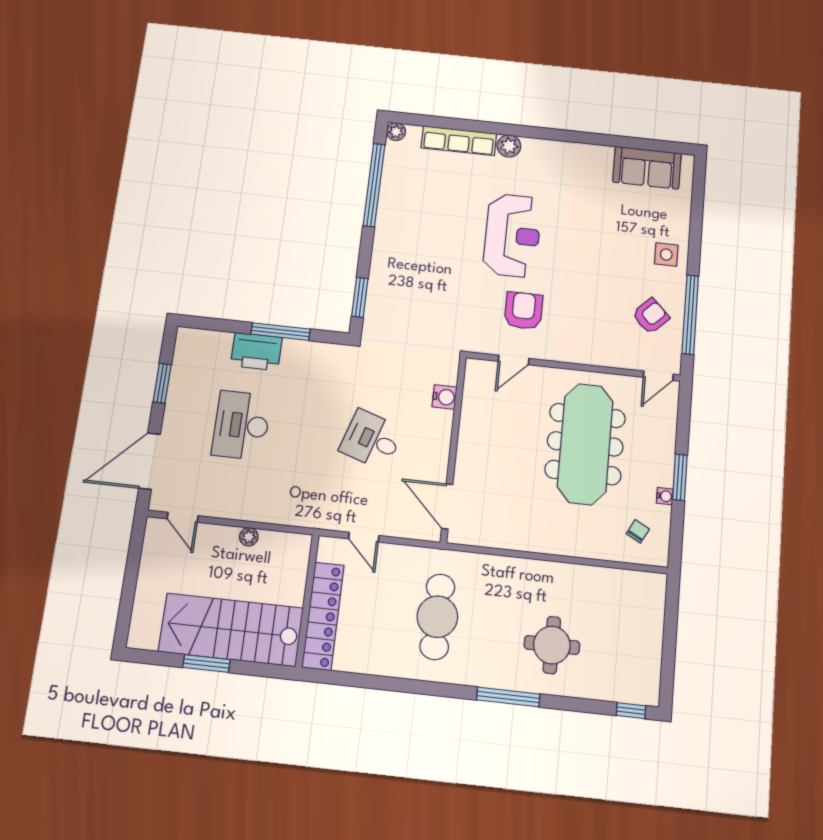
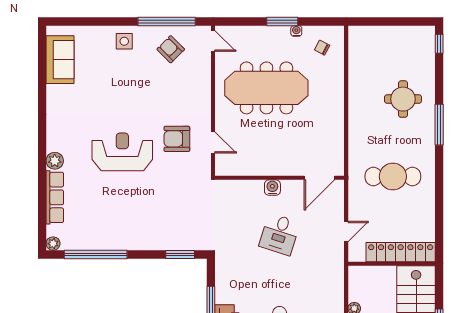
water cooler: (445, 397) -> (272, 188), moved

